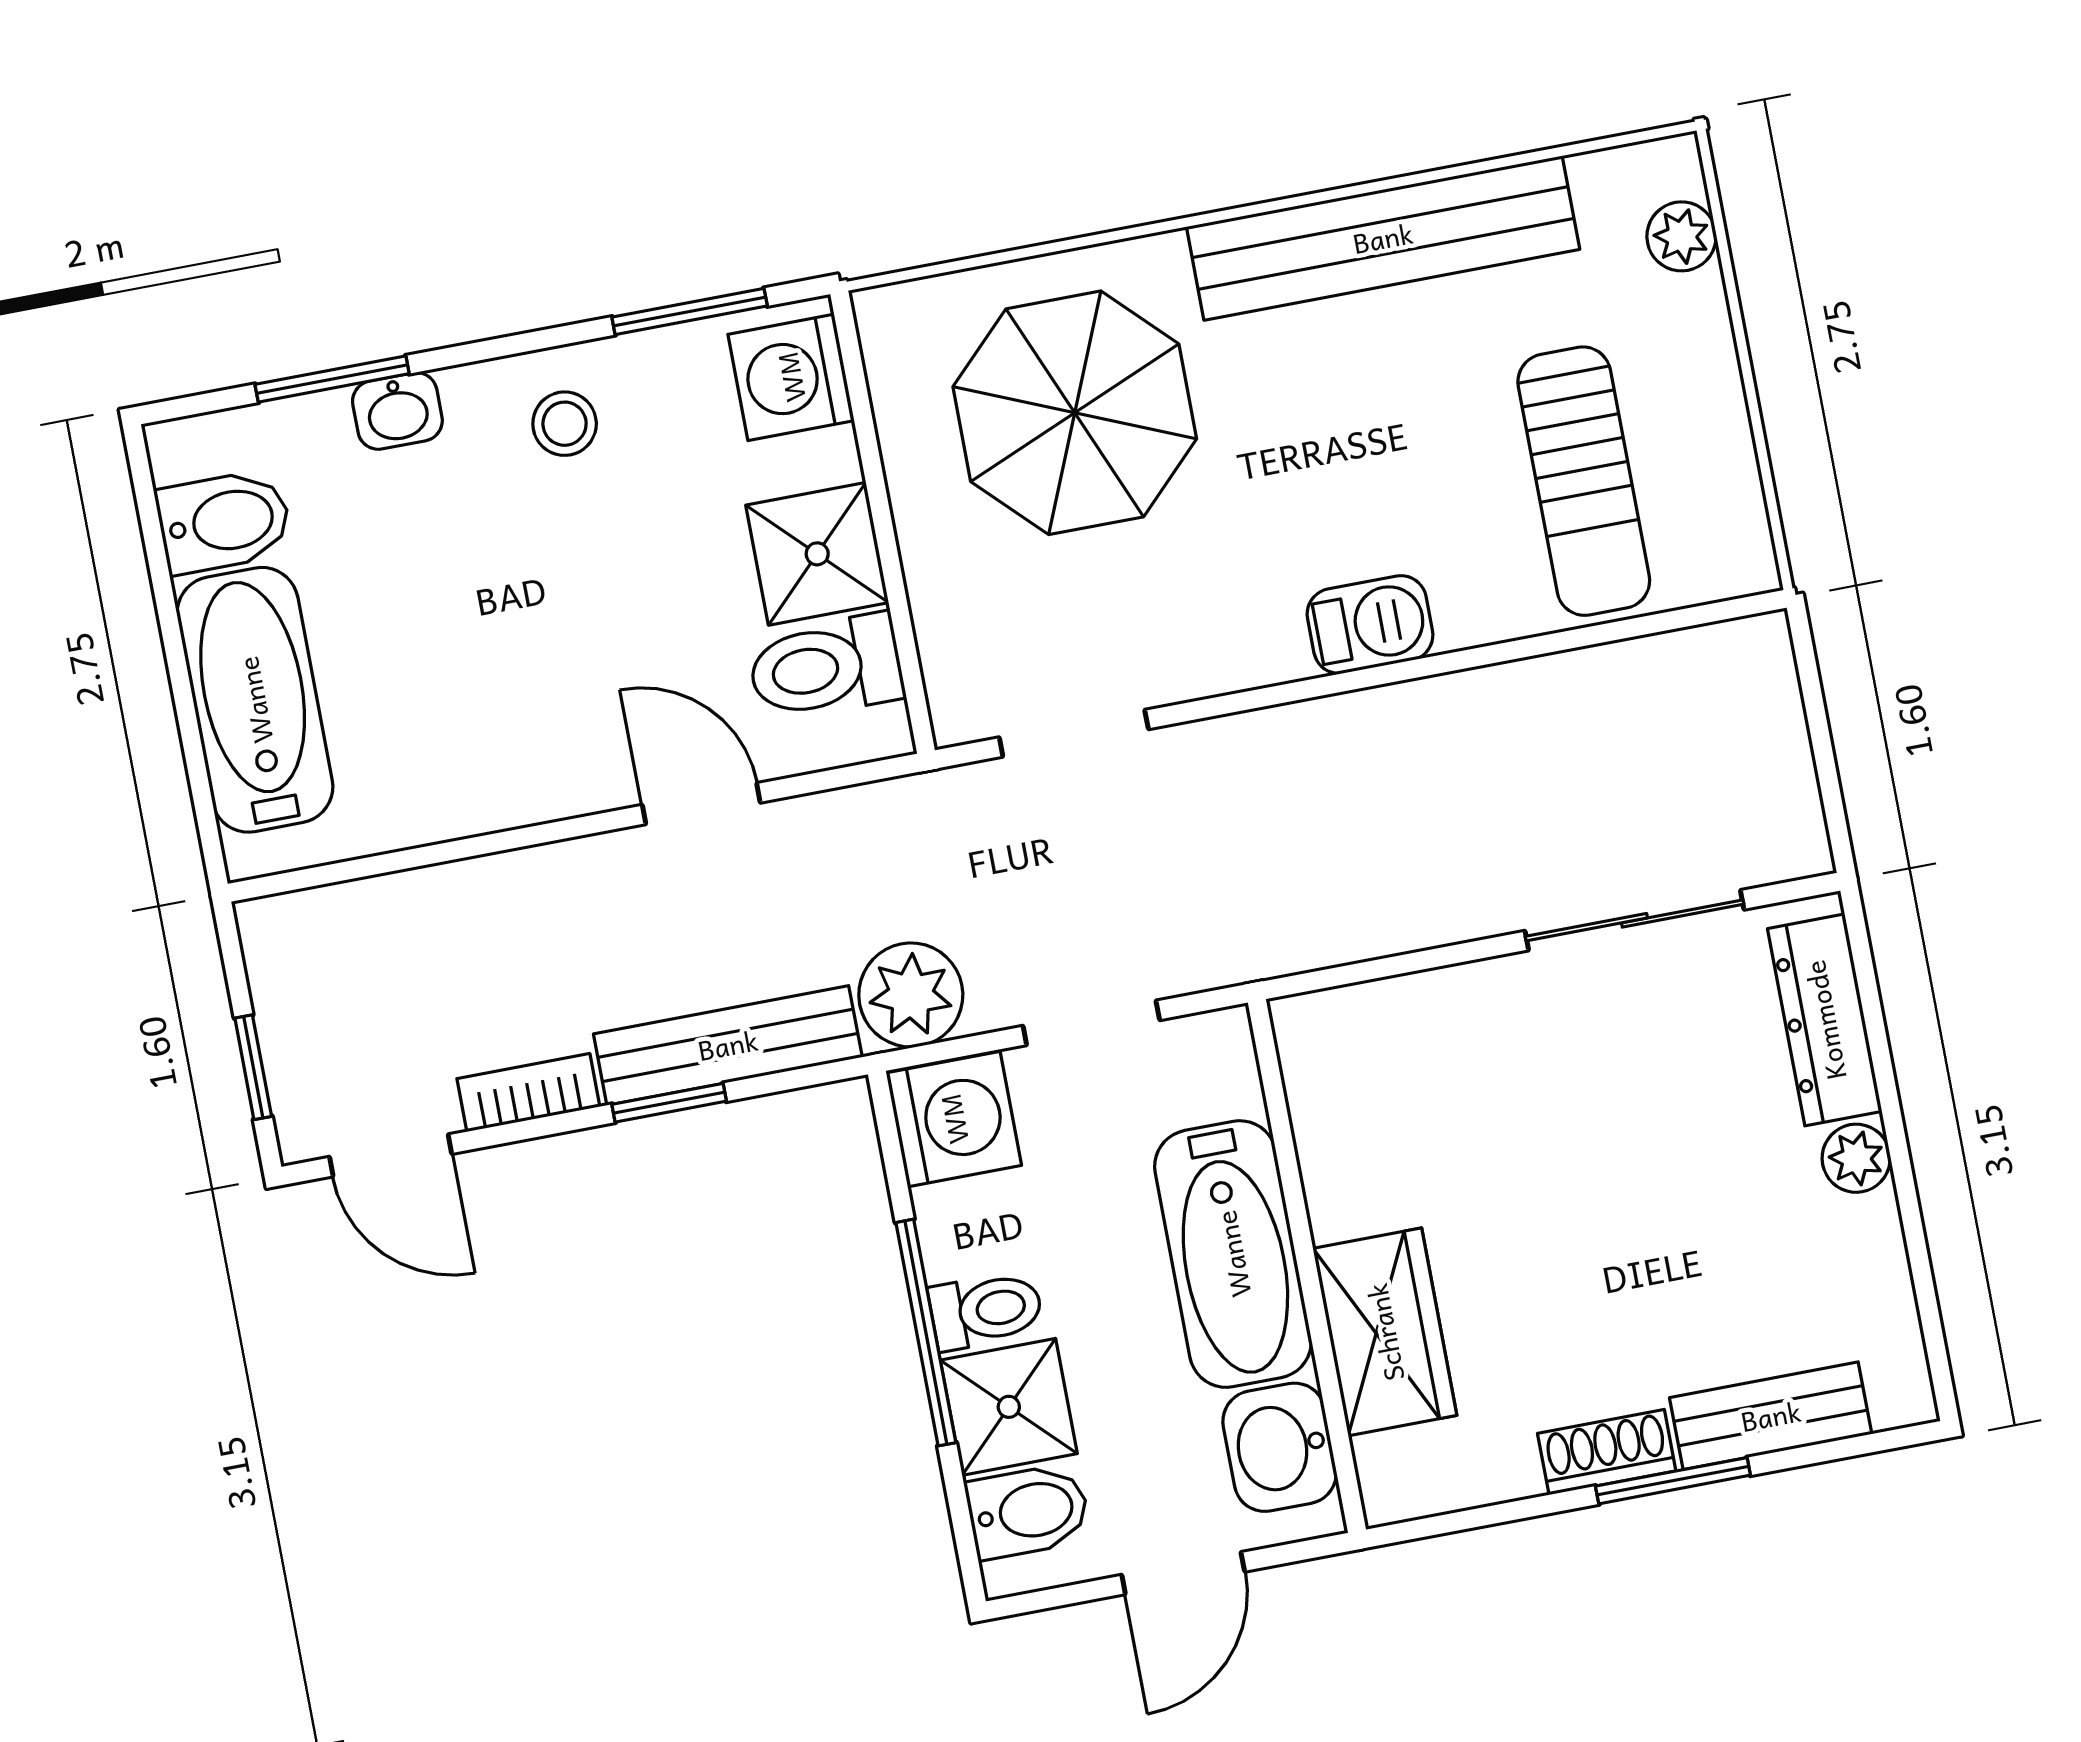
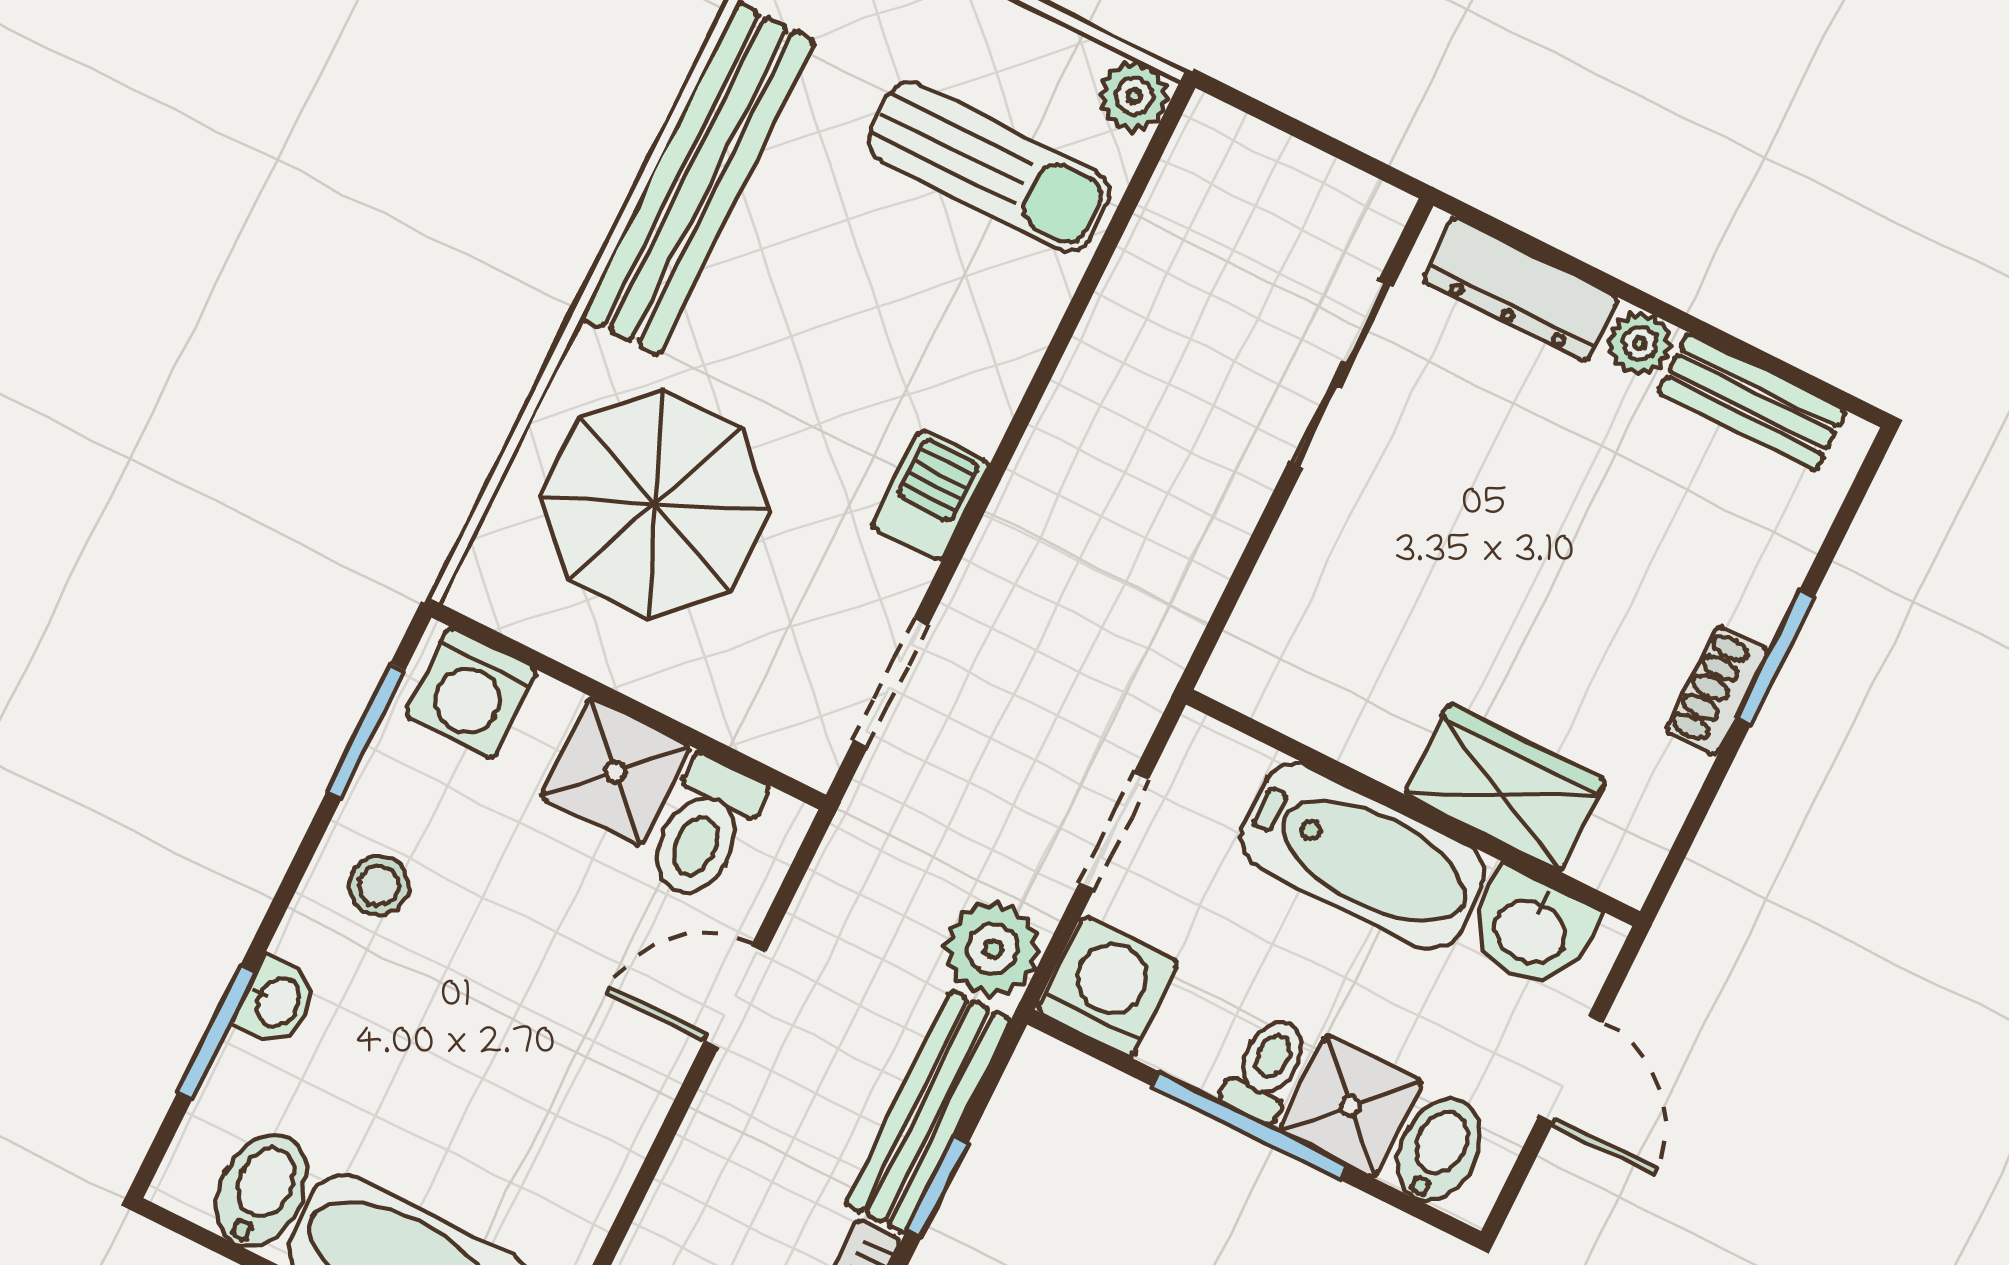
plant: (1740, 560) -> (1134, 96), added
barbecue: (1370, 625) -> (930, 495), moved
bench: (1771, 1416) -> (1752, 402), moved, turned 90

